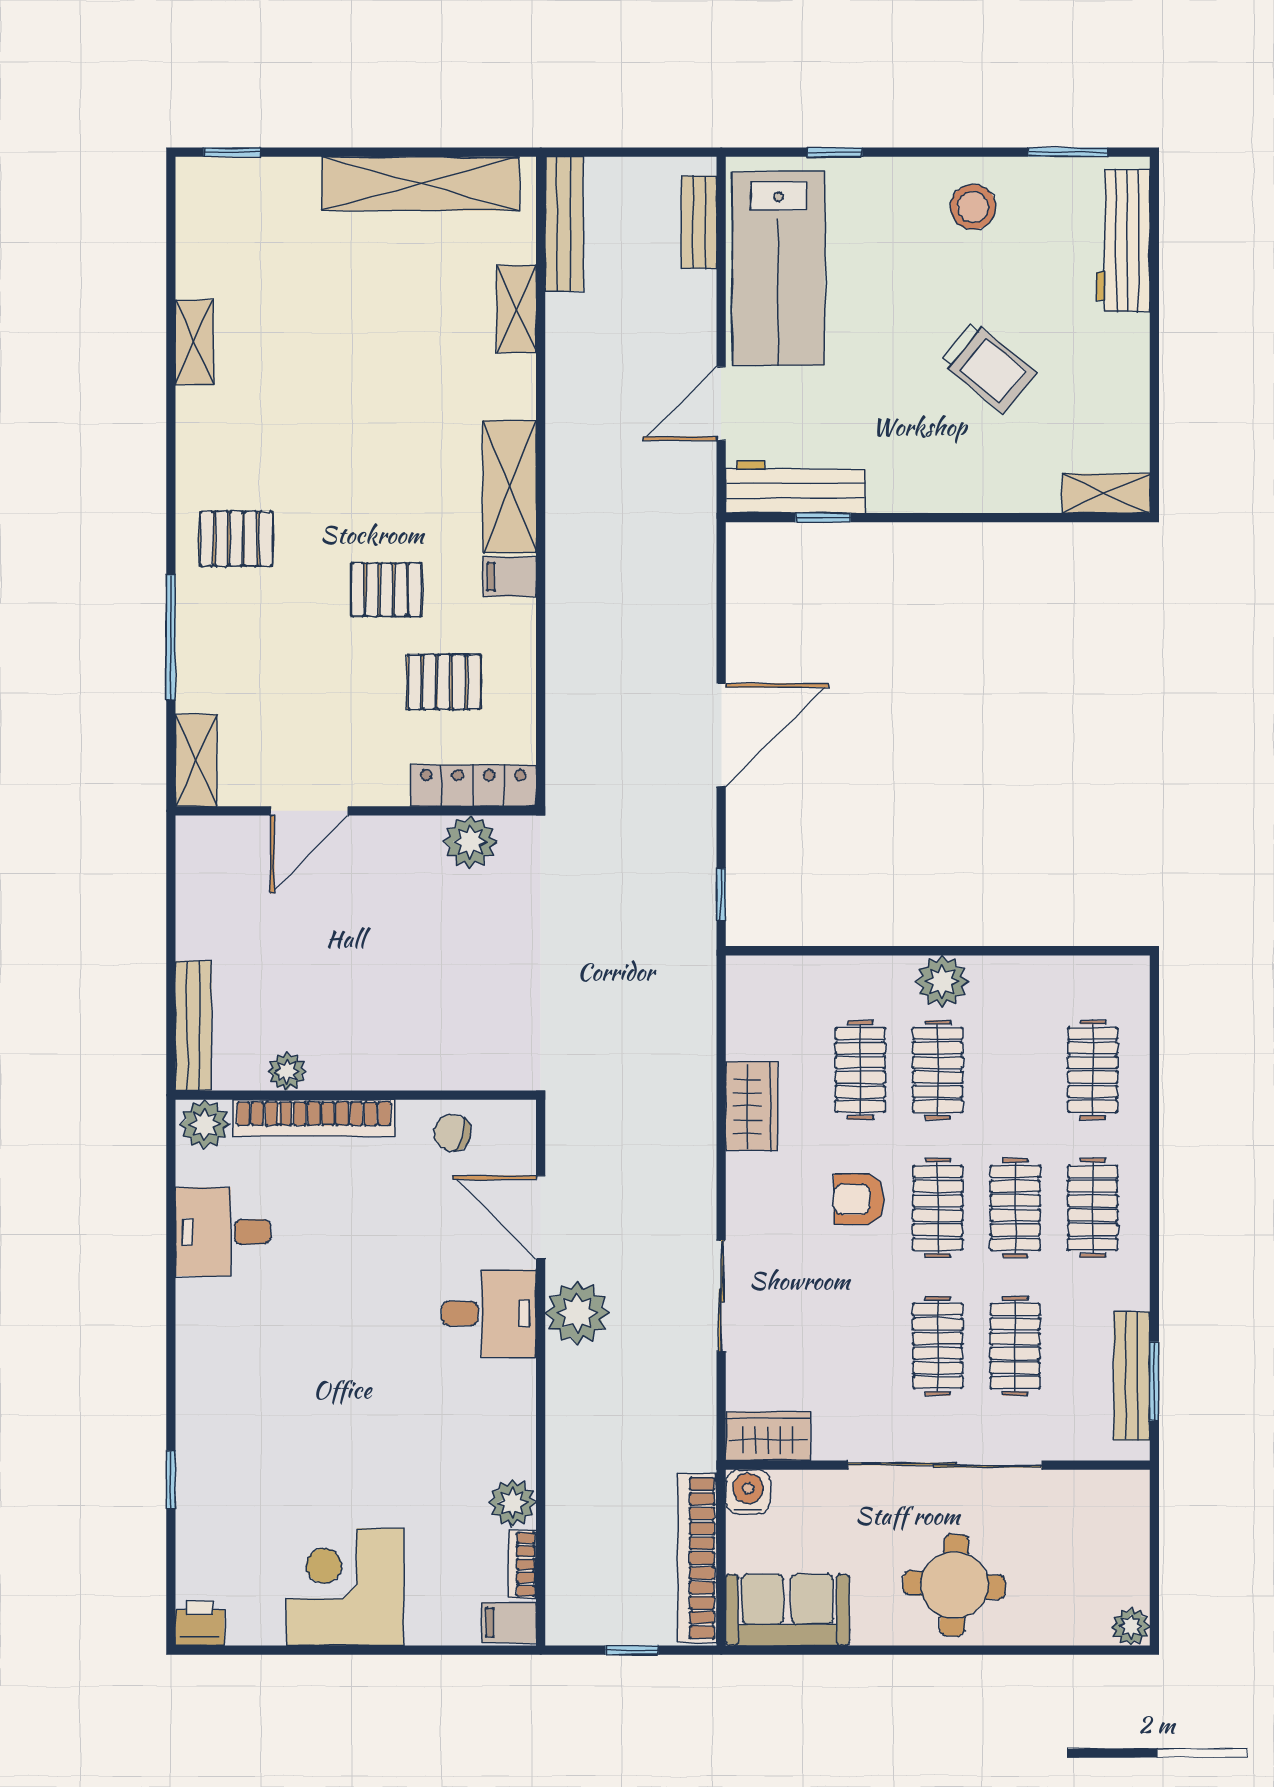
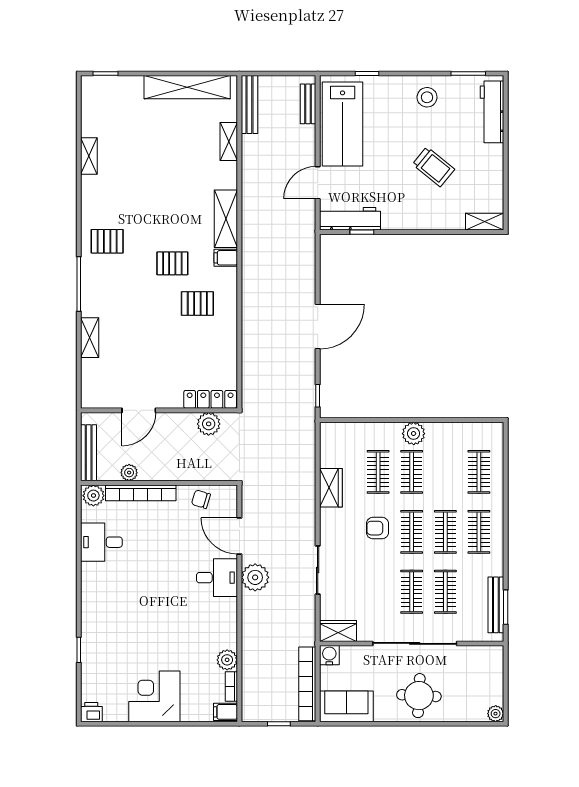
locker: (473, 786) -> (210, 399), moved
door: (309, 811) -> (139, 410), moved
wall: (356, 811) -> (159, 410), moved
plant: (470, 842) -> (209, 424), moved

